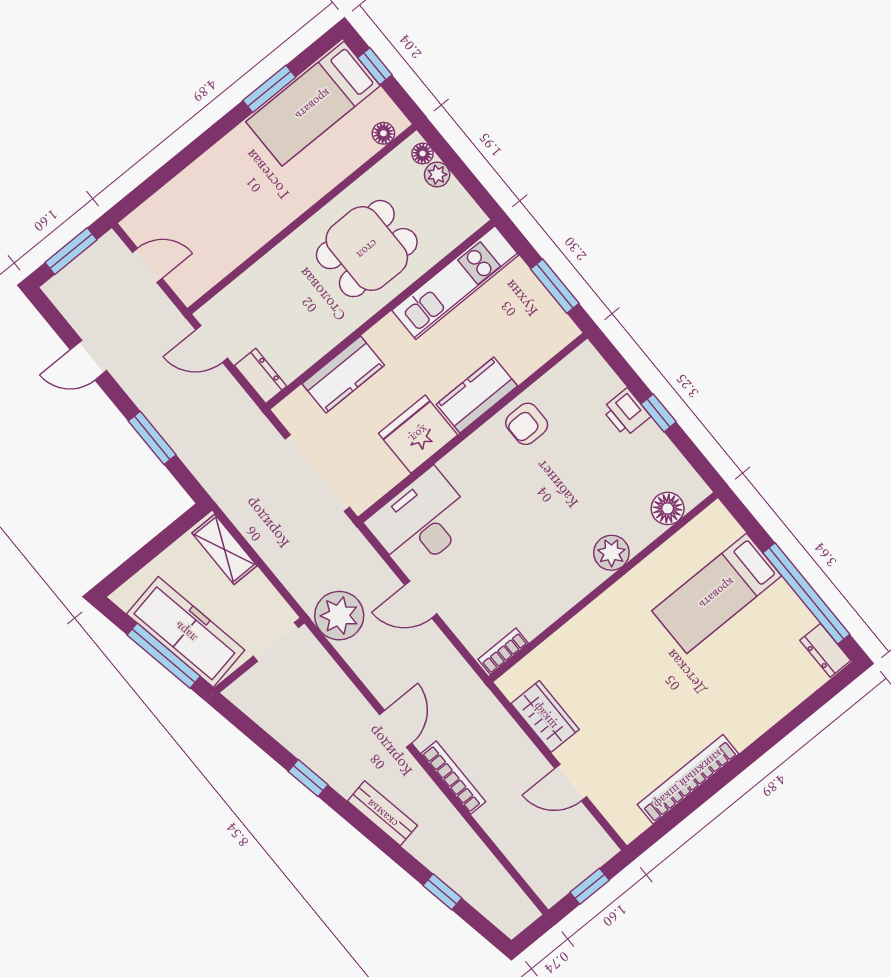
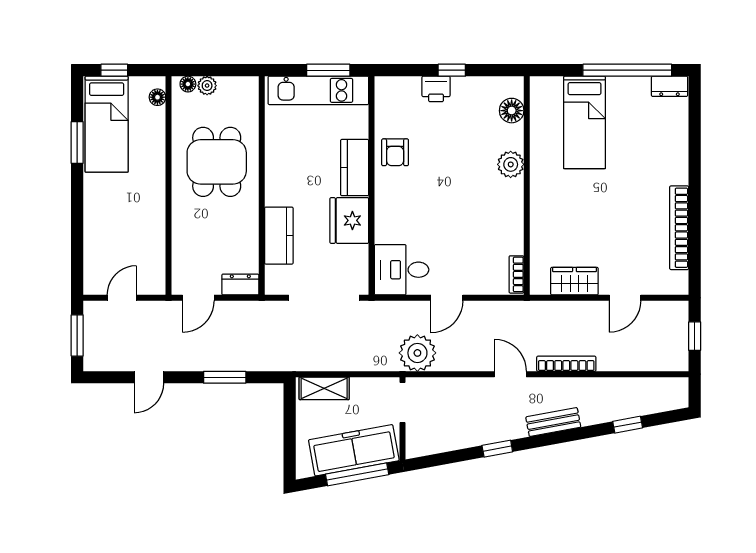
kitchen unit: (455, 283) -> (318, 90), moved, turned 90
desk: (421, 521) -> (402, 270), width x0.73

